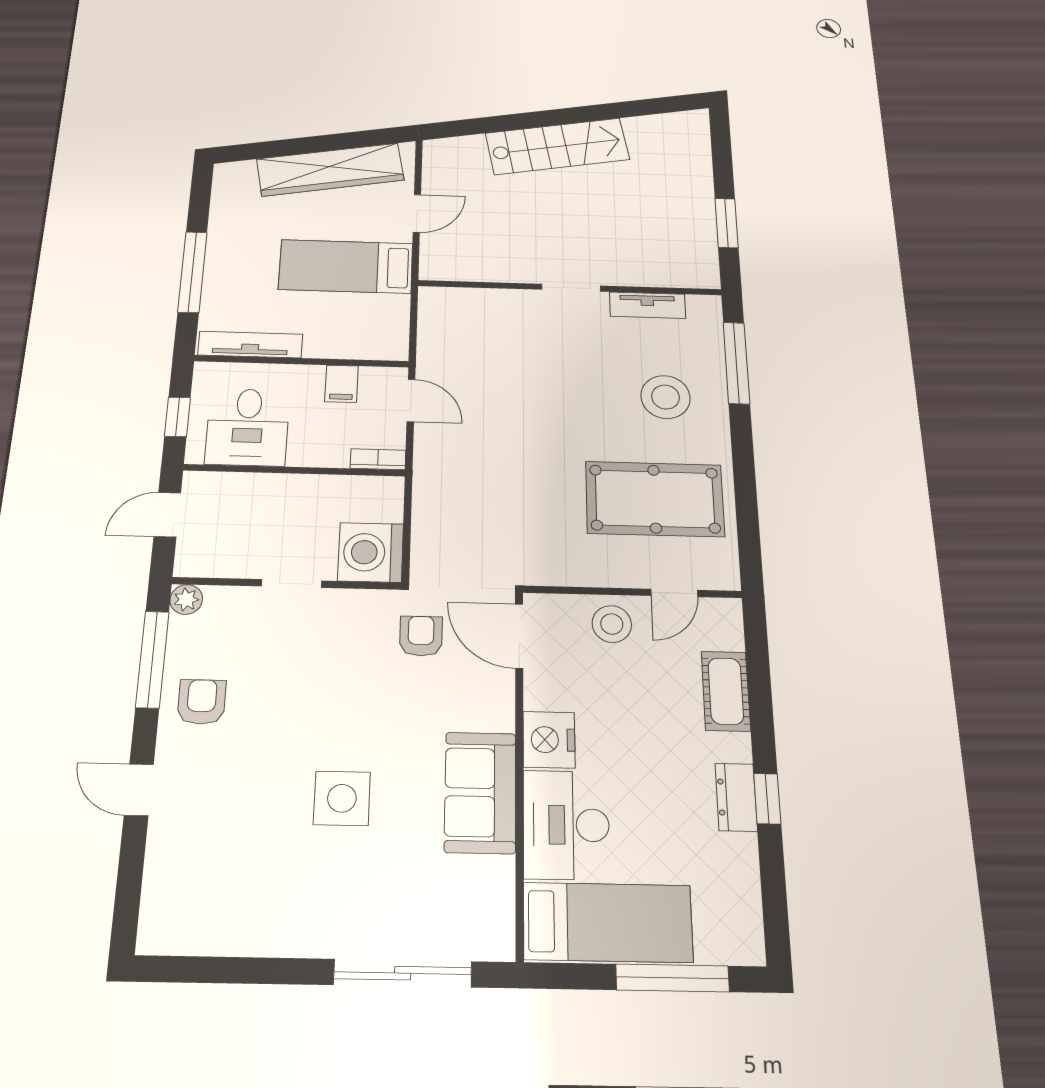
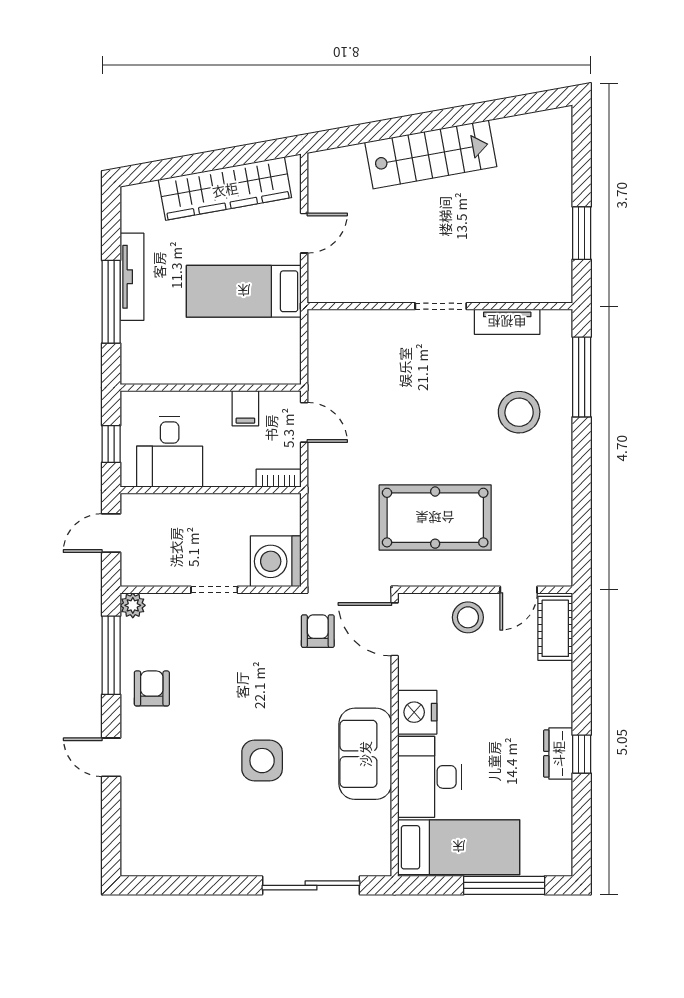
tv unit: (250, 345) -> (132, 277), moved, turned 90
pool table: (655, 499) -> (435, 518), moved
cot: (726, 691) -> (555, 628), moved

